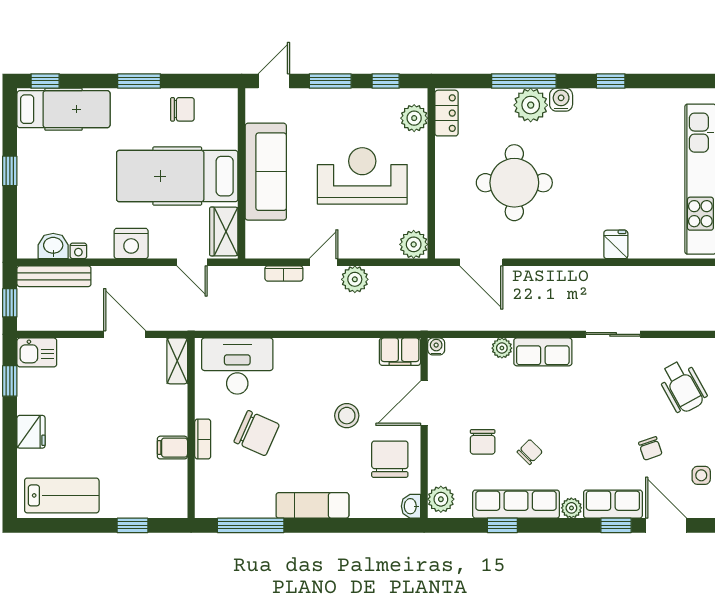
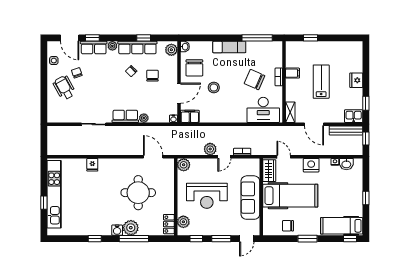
bench: (54, 276) -> (346, 130), moved
wheelchair: (683, 387) -> (64, 88), moved
lab bench: (62, 495) -> (321, 82), moved, turned 90

